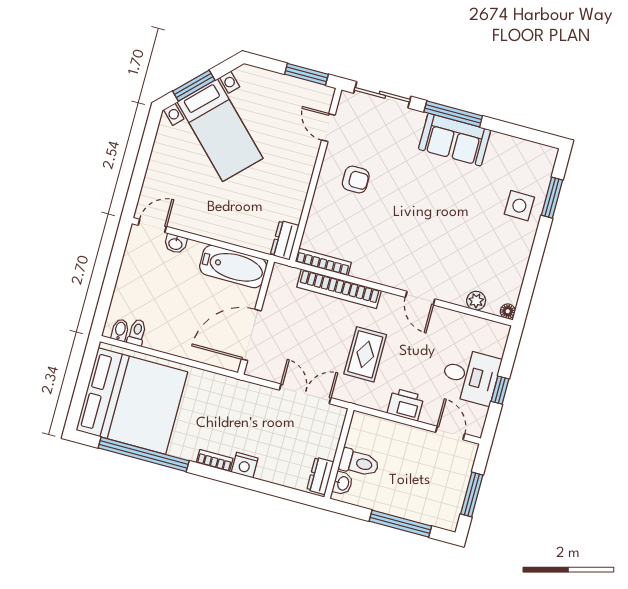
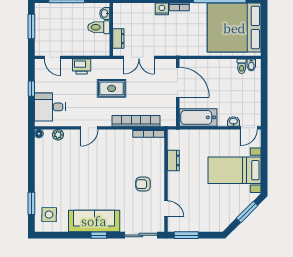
window: (453, 114) -> (99, 235), width x0.46
bed with nightstands: (220, 130) -> (234, 170), moved, turned -45
sofa: (455, 140) -> (94, 221), width x1.36
side table: (519, 206) -> (49, 215), moved
dresser: (285, 240) -> (173, 160), moved
door: (420, 298) -> (89, 128), swing flipped
door: (251, 335) -> (178, 82), hinge flipped
rug: (365, 354) -> (112, 88), turned 90
desk: (470, 376) -> (50, 107), moved
dresser: (320, 476) -> (118, 39), moved

